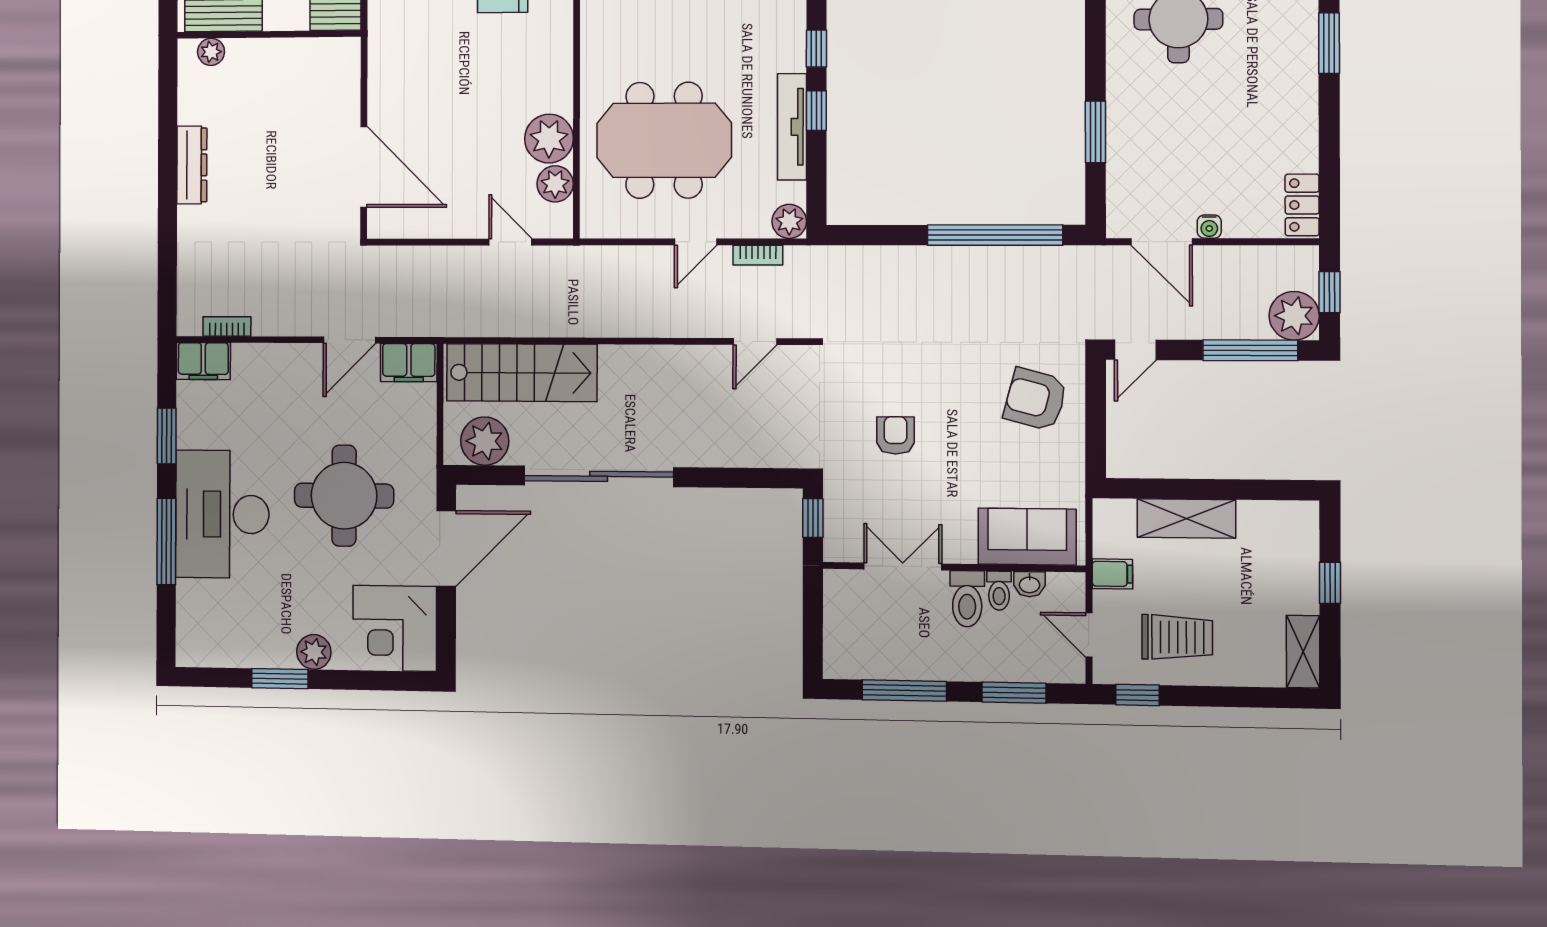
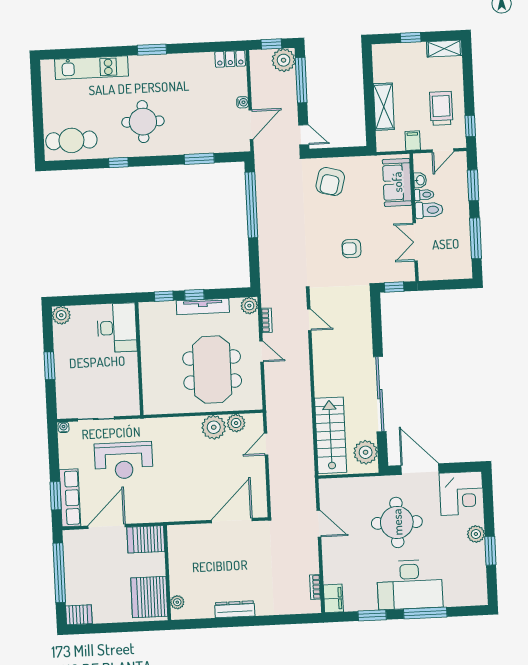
filing cabinet: (409, 363) -> (329, 493), removed

